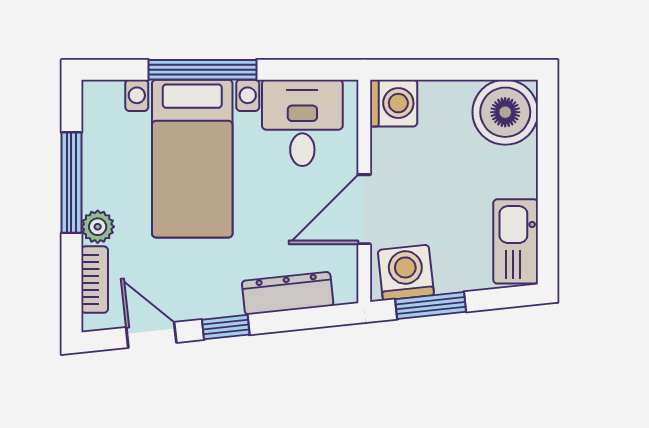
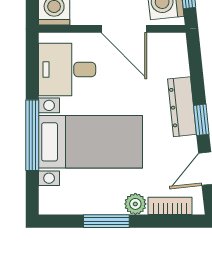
window: (71, 183) -> (106, 221), width x0.69
dresser: (288, 293) -> (182, 107), moved

